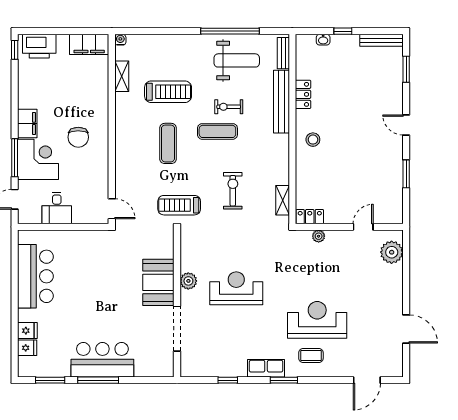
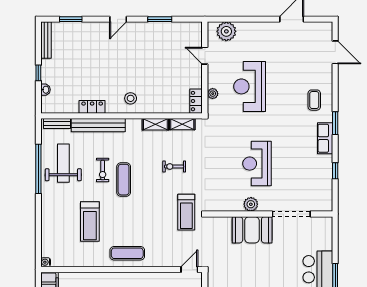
shelving: (122, 76) -> (155, 124), moved
treadmill: (168, 92) -> (90, 222), turned 180
exercise mat: (168, 143) -> (127, 253), moved
exercise bike: (233, 191) -> (174, 167), width x0.73, depth x0.72
reception desk: (317, 320) -> (250, 86), moved

